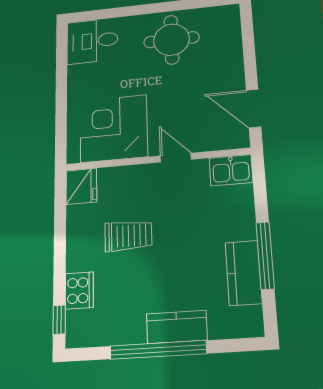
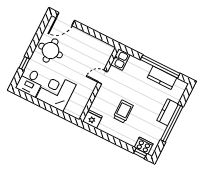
window: (121, 12) -> (24, 63), added
door: (253, 108) -> (65, 19), moved
corner desk: (114, 128) -> (56, 91), moved, turned 90
window: (265, 255) -> (160, 66), width x1.46
cooker: (79, 291) -> (144, 146), moved

